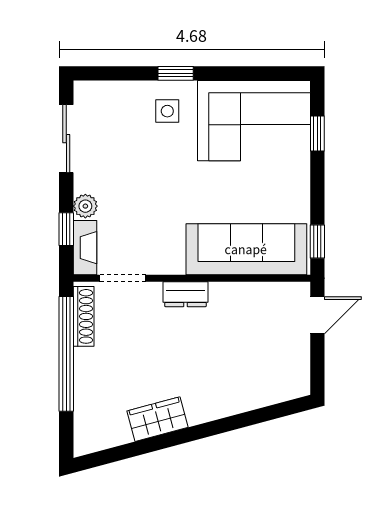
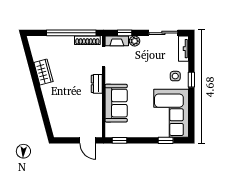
tv unit: (103, 92) -> (183, 49), added
sofa: (246, 249) -> (116, 103), width x0.73

